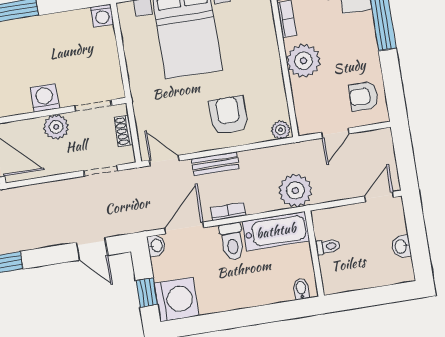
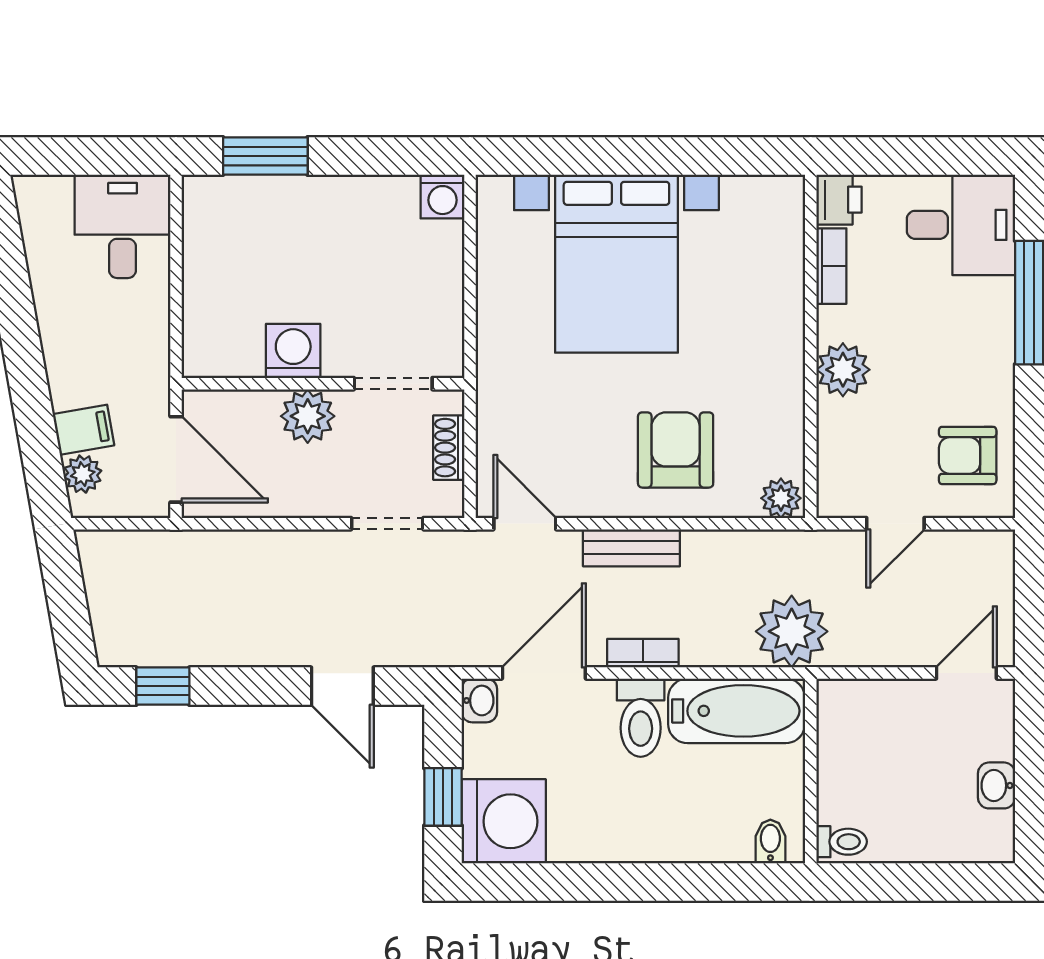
plant: (303, 61) -> (843, 370), width x0.73, depth x0.73
toilet: (328, 247) -> (842, 842), moved

